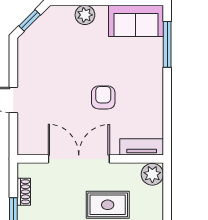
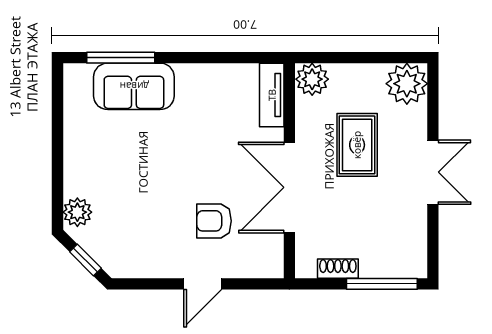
plant: (85, 15) -> (77, 212), moved
sofa: (136, 21) -> (134, 86), moved, turned 90
armchair: (103, 97) -> (214, 221), moved

